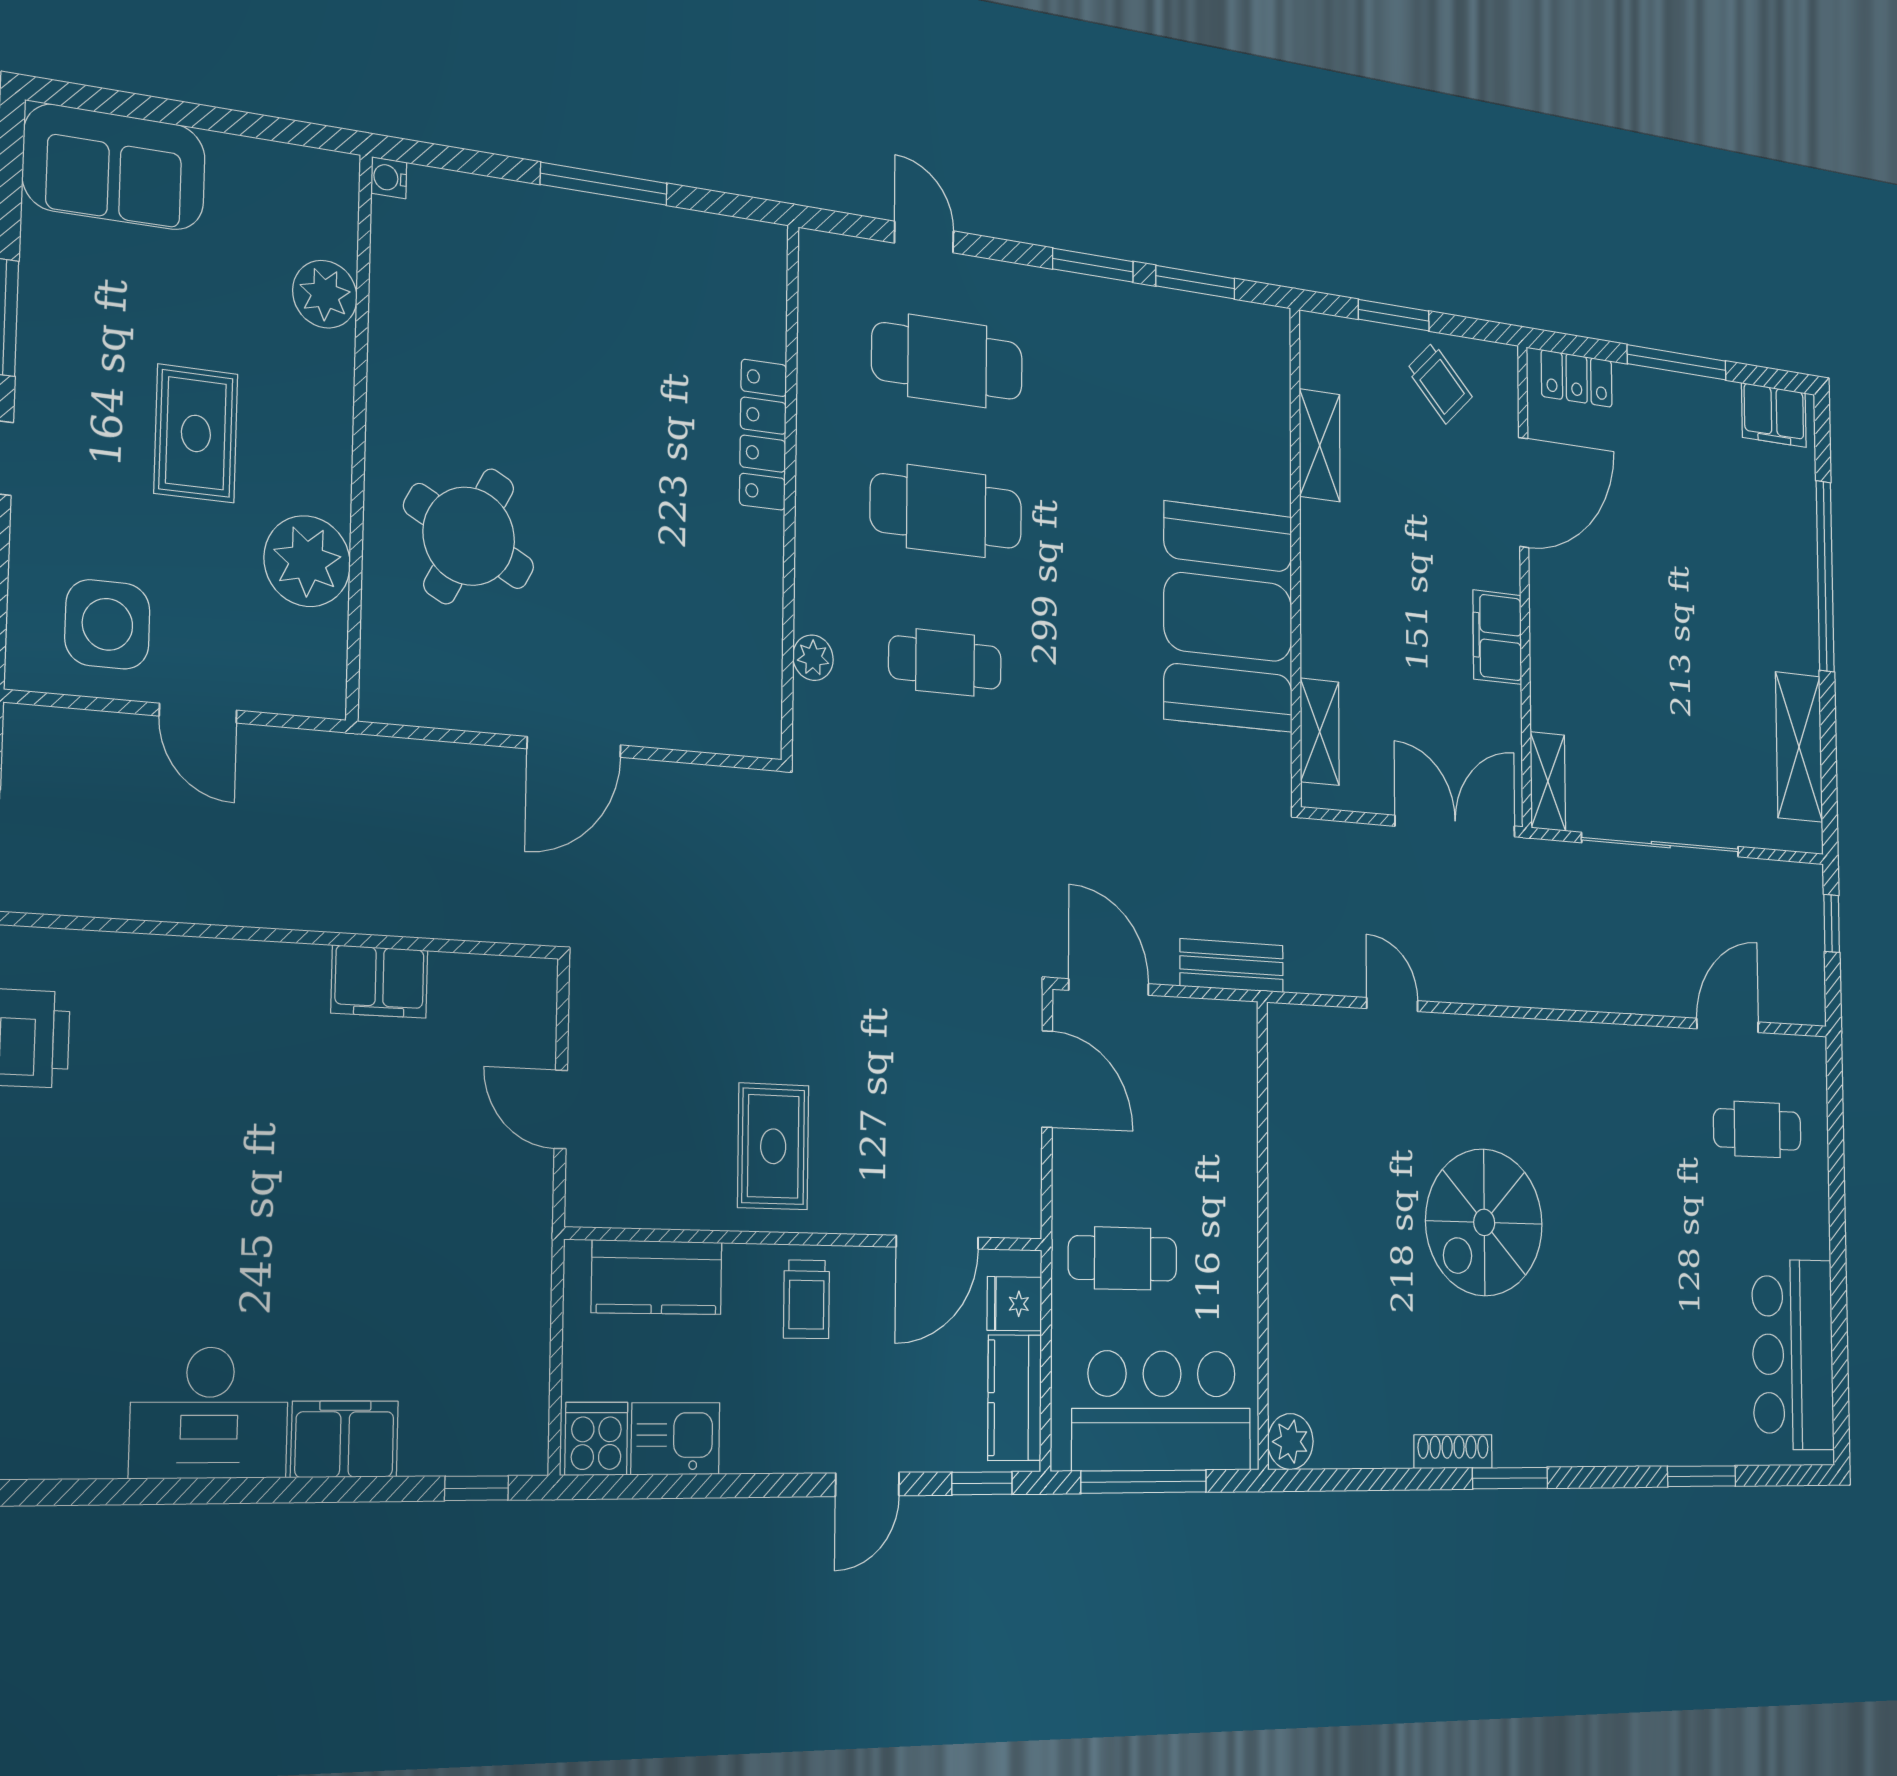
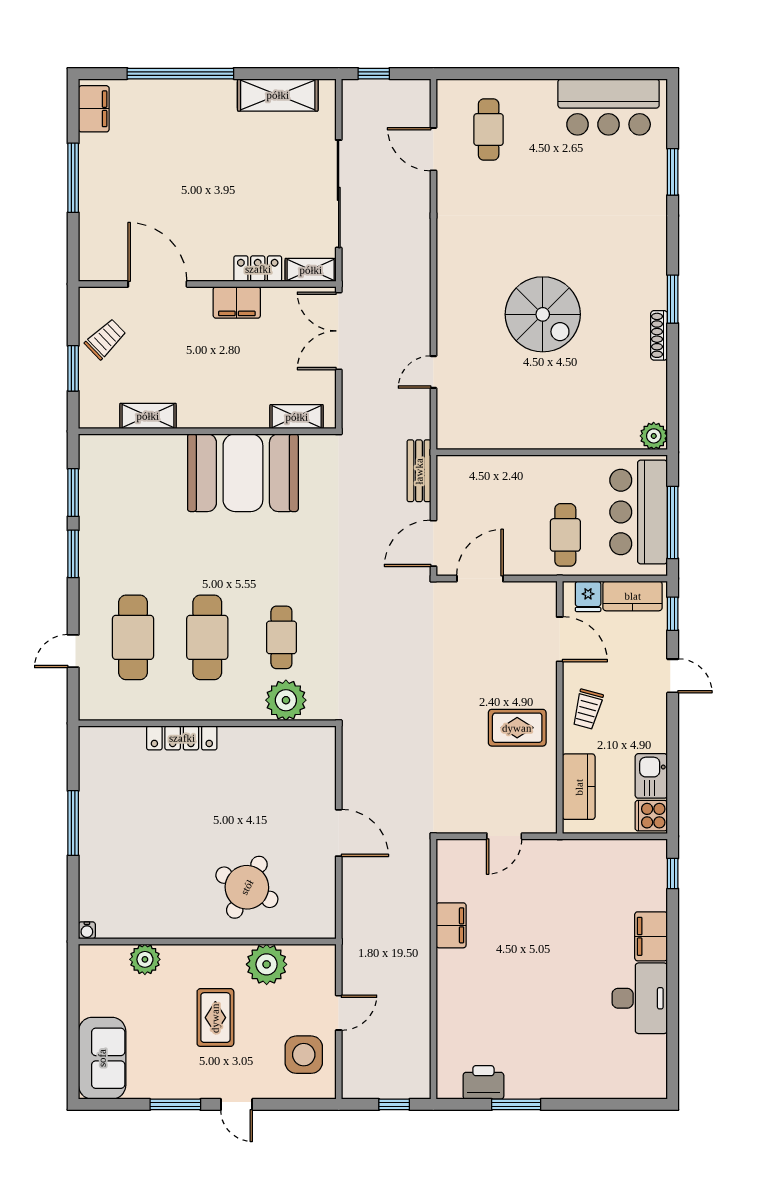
locker: (1577, 378) -> (258, 269), moved, turned -90
rug: (196, 433) -> (215, 1018), turned 90
plant: (813, 658) -> (286, 700), width x1.88, depth x1.88
trolley: (807, 1299) -> (587, 709), turned 105

